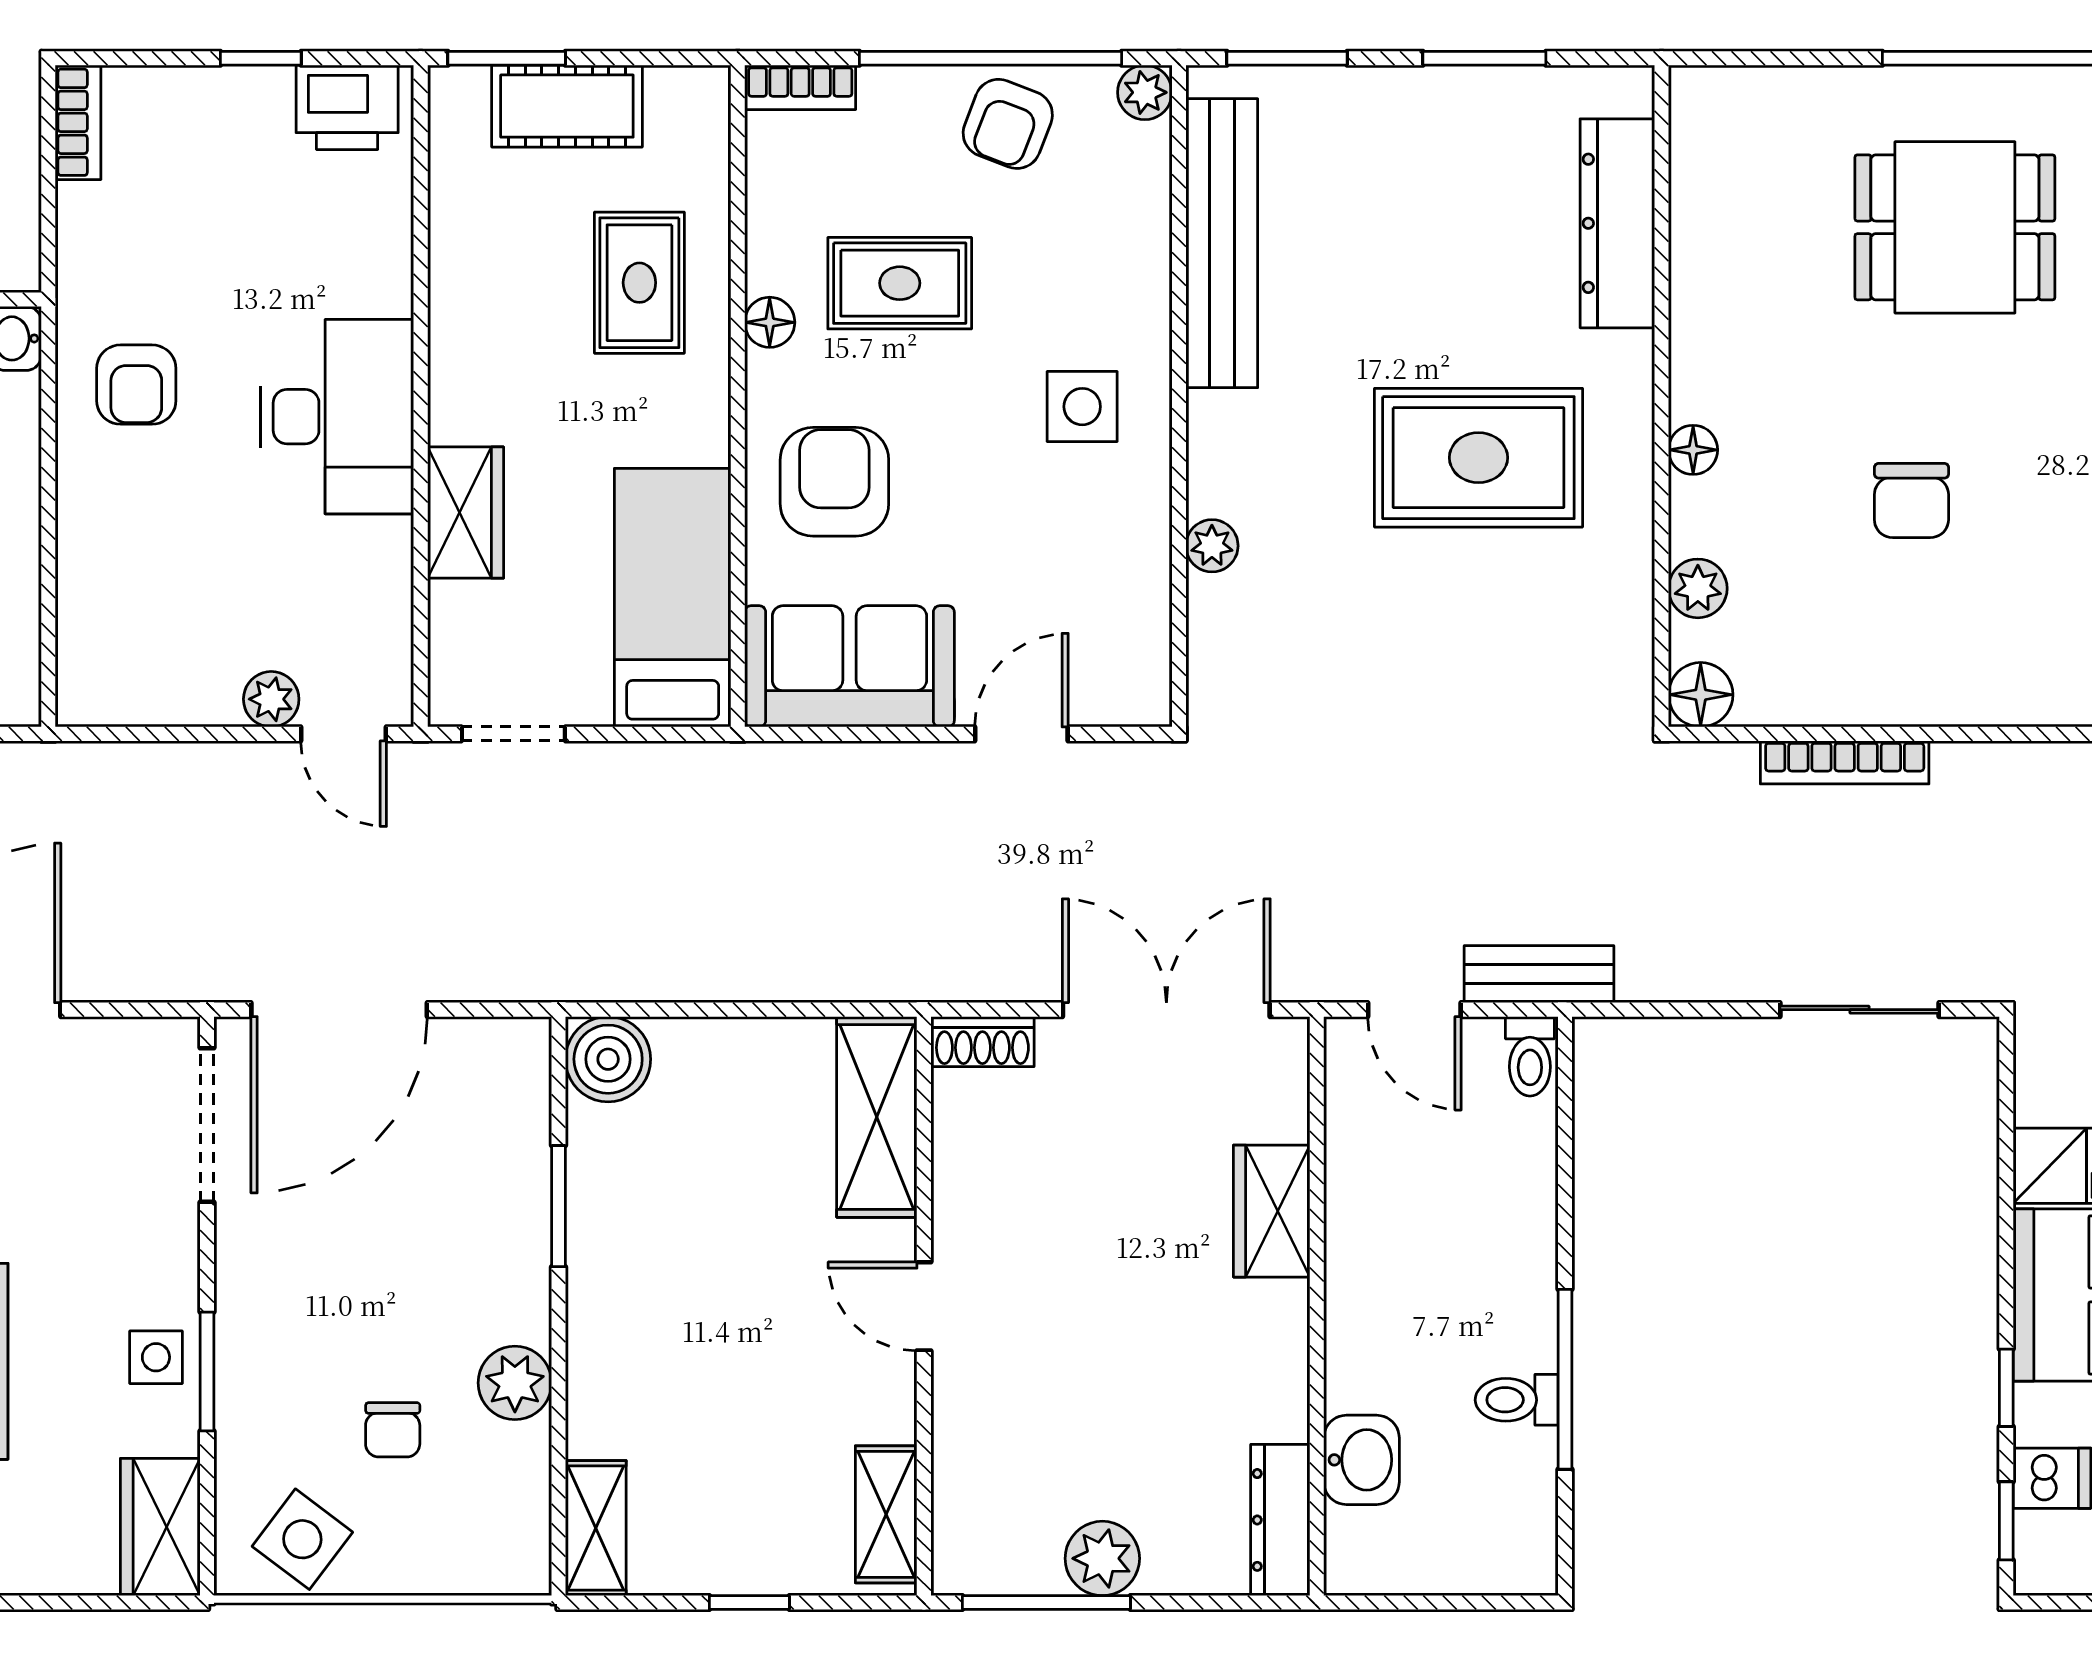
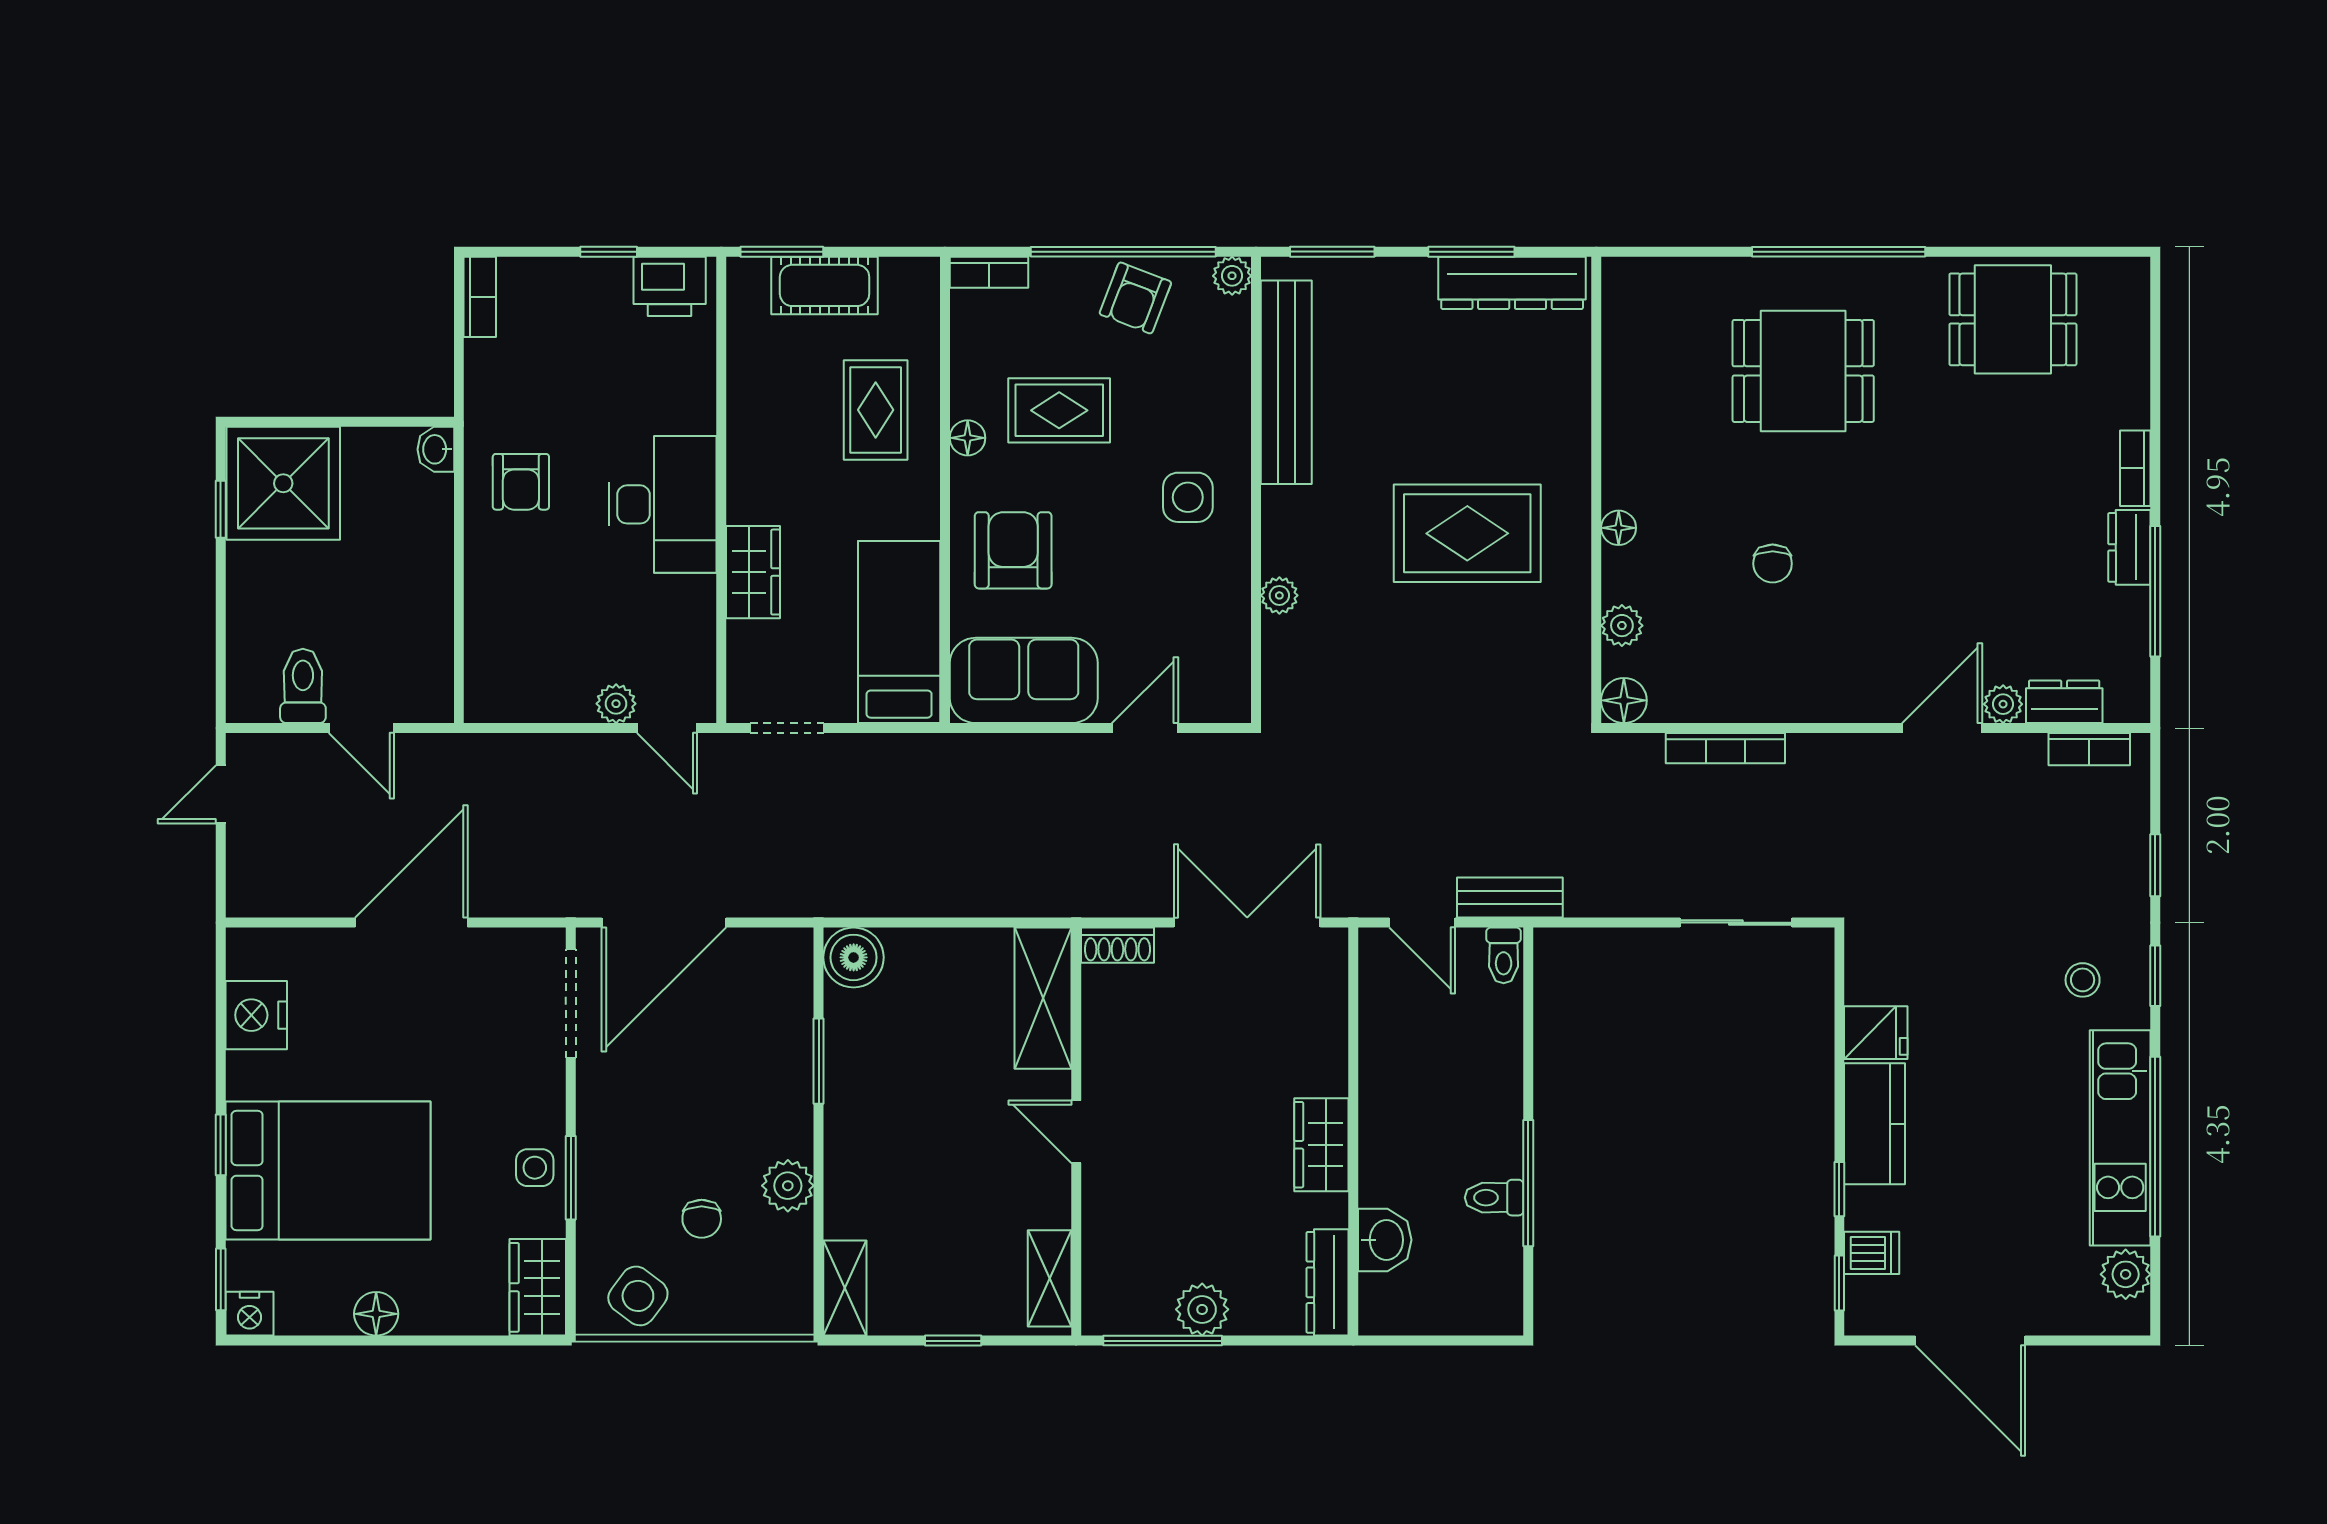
dresser: (1617, 223) -> (1512, 283), moved, turned -90
chair: (1911, 500) -> (1773, 564), width x0.73, depth x0.73
wardrobe: (1272, 1211) -> (1321, 1145), moved

